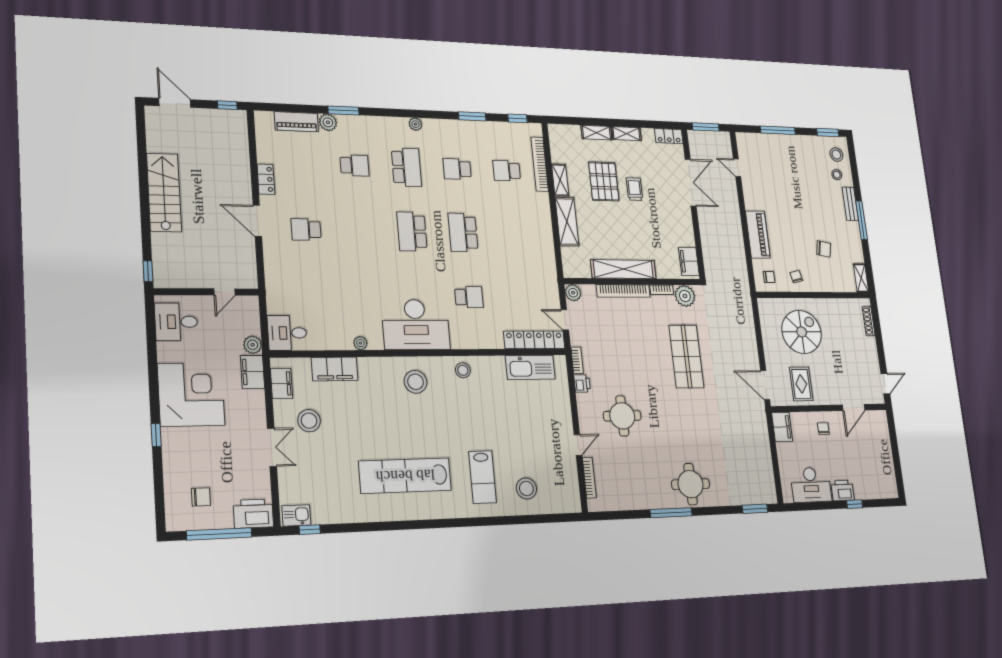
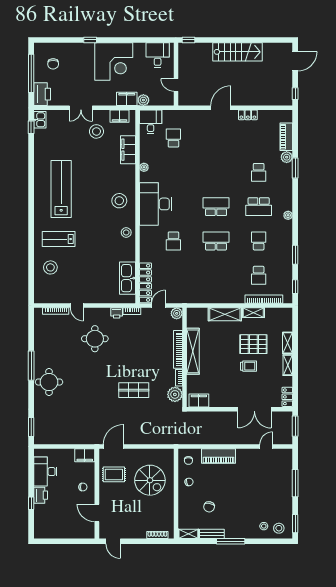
school desk: (507, 171) -> (259, 275), turned 180
bench: (850, 204) -> (212, 534), moved
school desk: (306, 230) -> (173, 138), moved
shop shelf: (686, 356) -> (134, 390), width x0.70, depth x0.74

